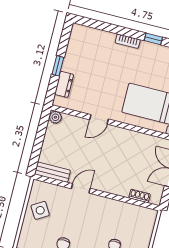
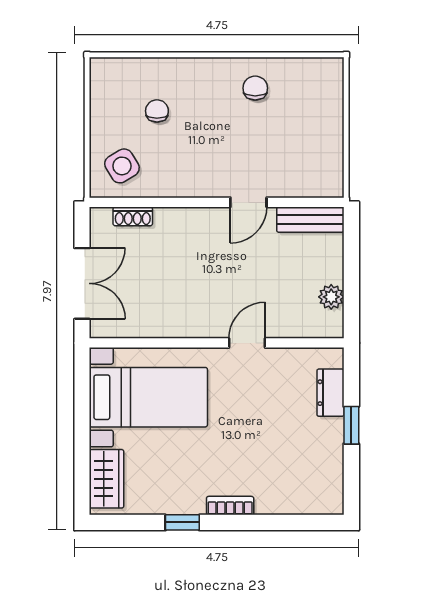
plant: (55, 117) -> (331, 297), moved
side table: (40, 210) -> (122, 166), moved

